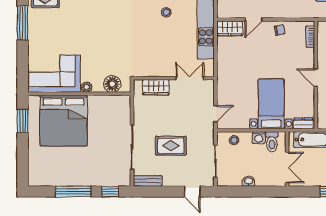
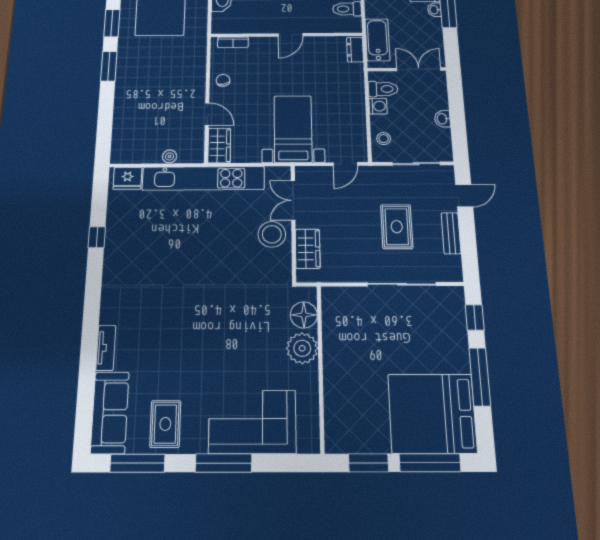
stool: (166, 12) -> (272, 234), moved, width x1.89, depth x1.89
window: (23, 23) -> (223, 463), moved
corner sofa: (54, 74) -> (252, 422), moved, turned 90
plant: (87, 87) -> (302, 348), width x1.88, depth x1.88
bed with nightstands: (271, 104) -> (293, 129), moved, turned 90
door: (215, 114) -> (345, 164), swing flipped
bed: (64, 121) -> (432, 413), moved, turned 180
window: (23, 158) -> (430, 463), added
bench: (147, 181) -> (451, 233), moved

